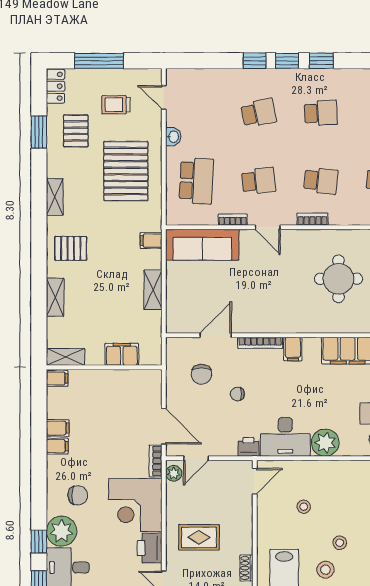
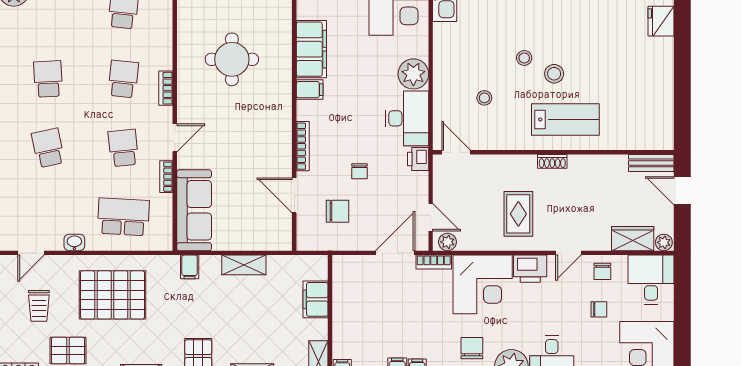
filing cabinet: (293, 349) -> (310, 90), moved

